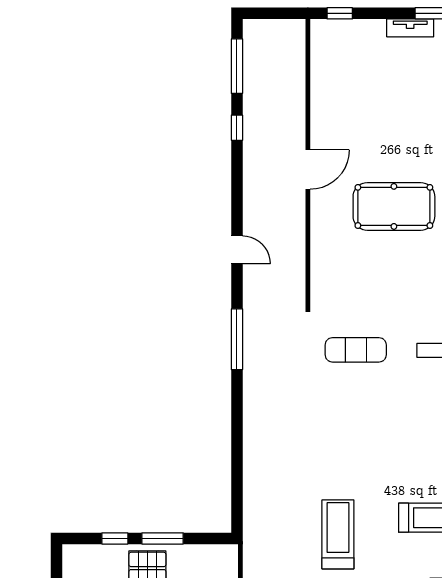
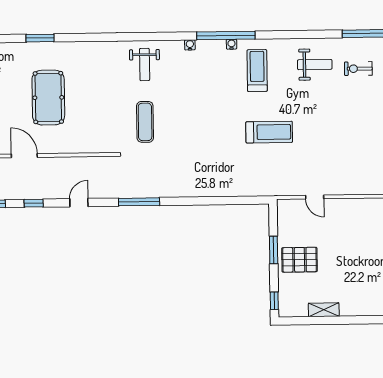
window: (237, 182) -> (34, 203), added
treadmill: (338, 534) -> (269, 132), turned 180
window: (115, 538) -> (274, 301), moved

